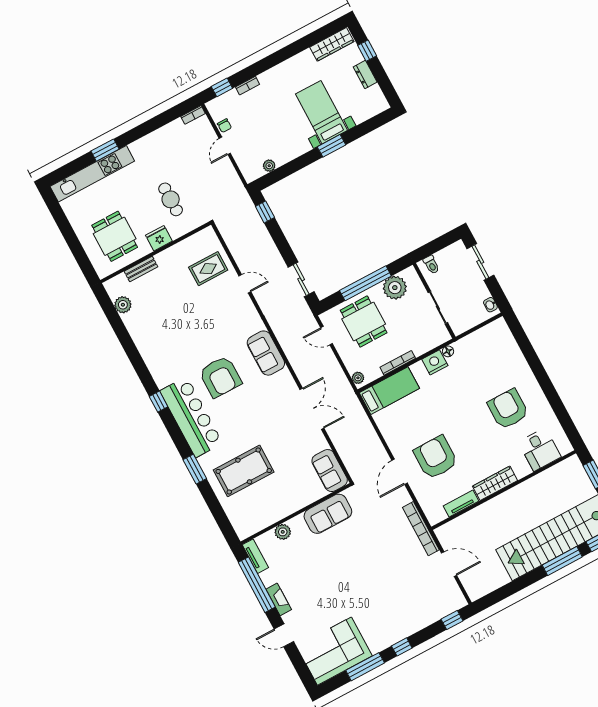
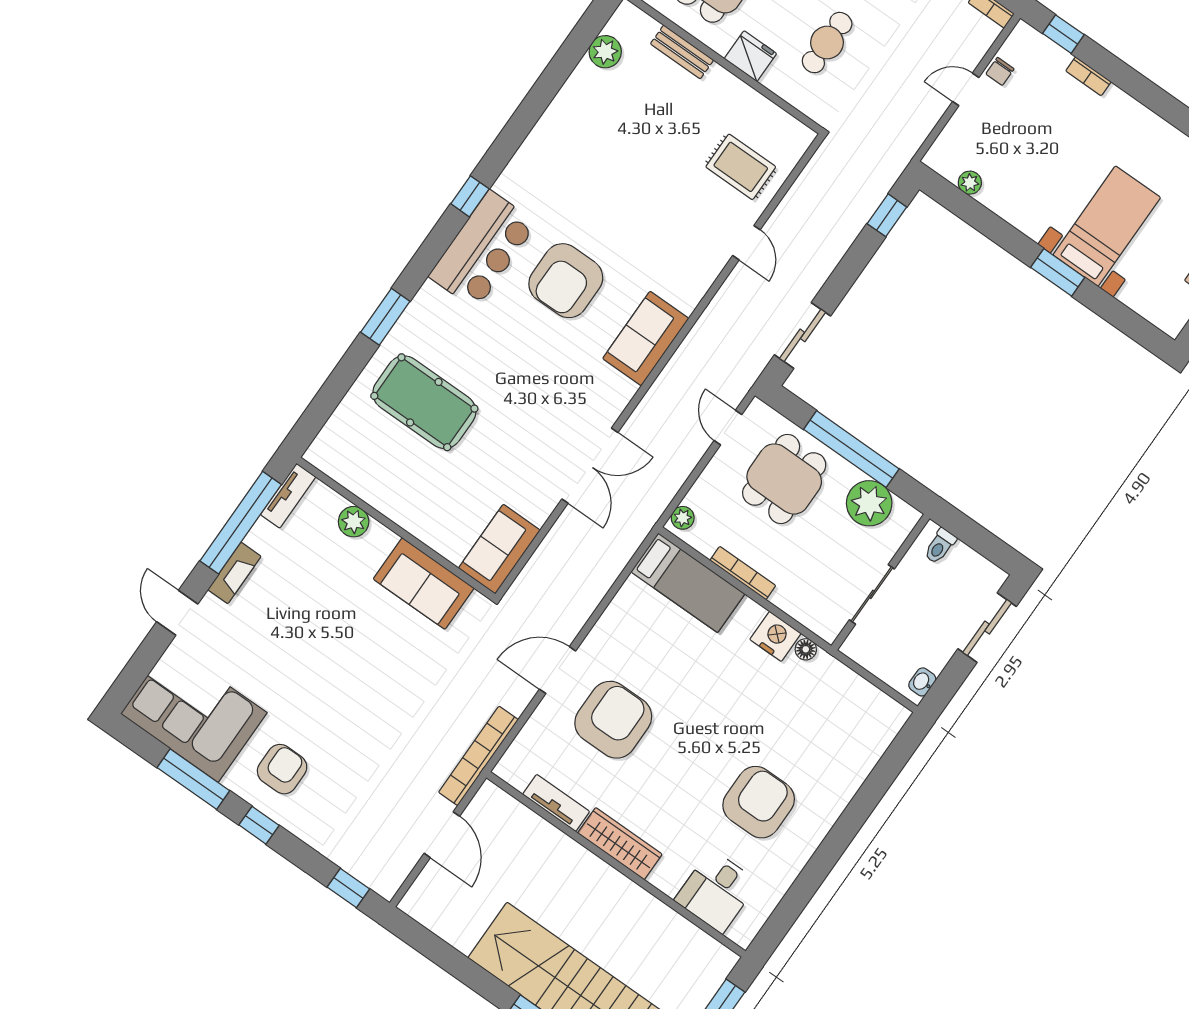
bar counter: (191, 417) -> (483, 250), width x0.73
armchair: (381, 623) -> (282, 769), added

